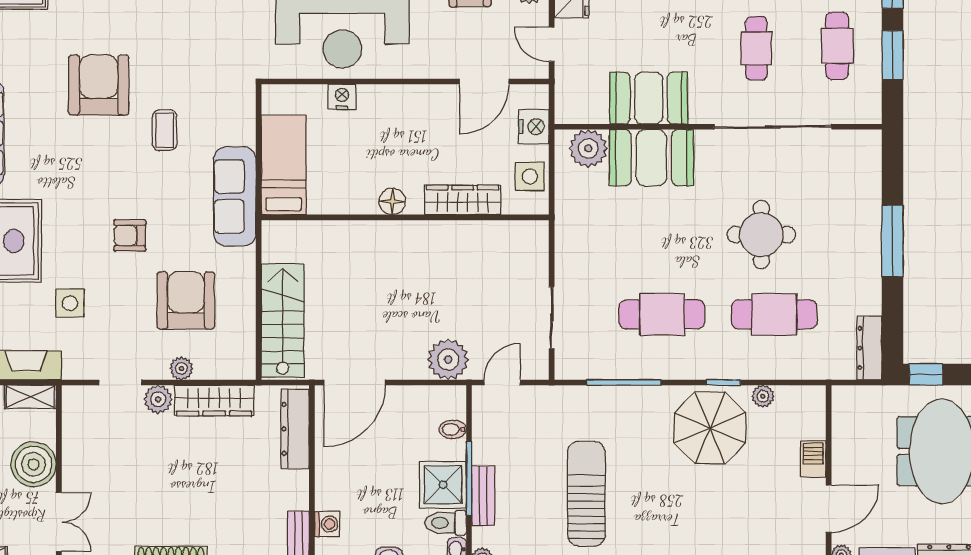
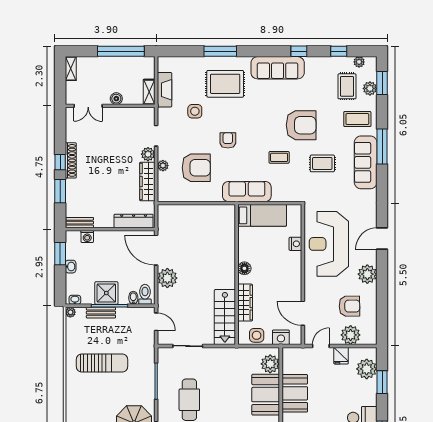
rug: (177, 42) -> (322, 163), added
stairs: (283, 321) -> (225, 317), moved, turned 90
plant: (448, 360) -> (167, 278), moved
boiler: (34, 464) -> (116, 99), width x0.54, depth x0.54
toilet: (446, 523) -> (145, 294), moved

